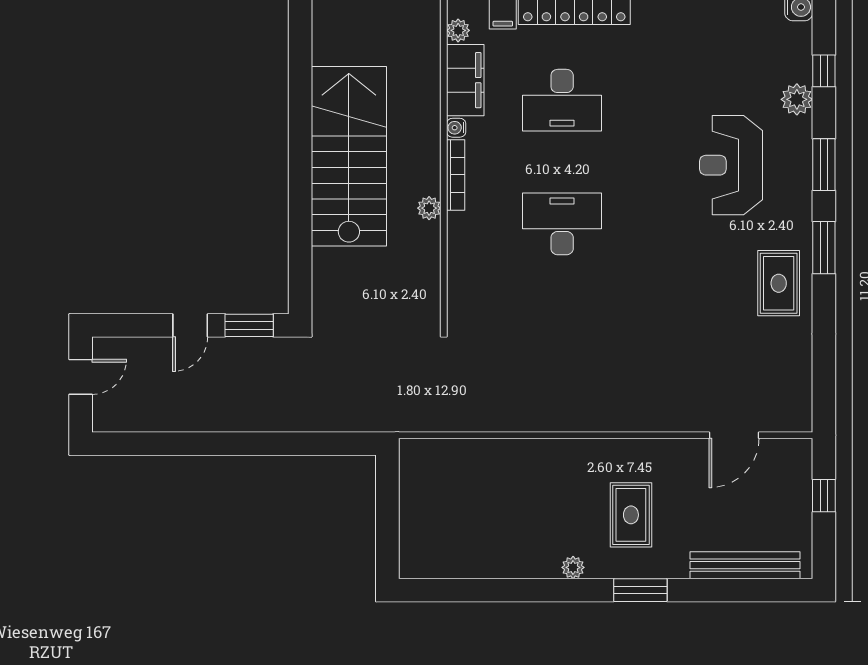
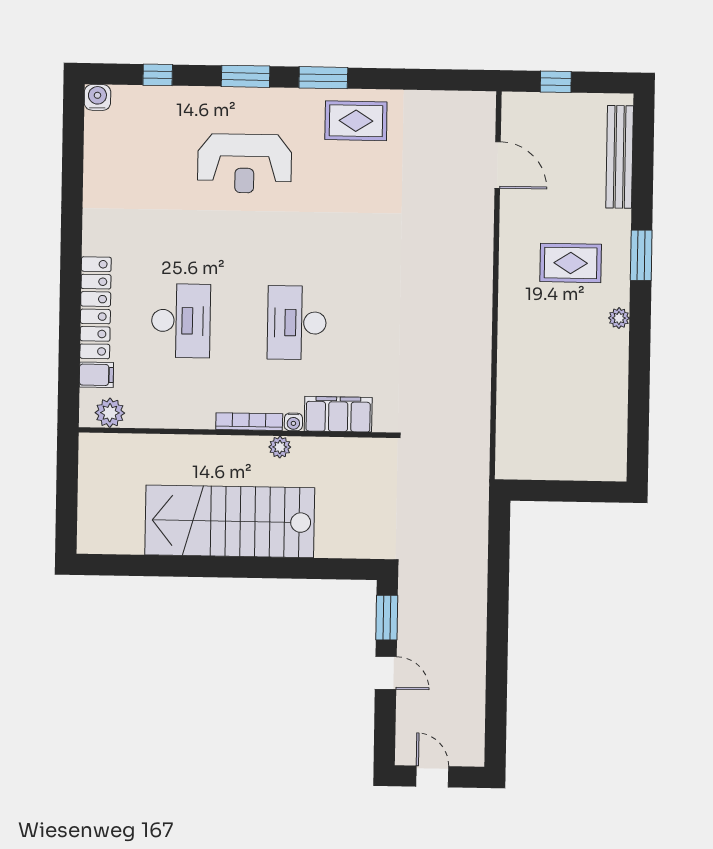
plant: (458, 30) -> (110, 413), width x1.38, depth x1.38
filing cabinet: (465, 80) -> (338, 414), moved
plant: (797, 99) -> (184, 101), removed
water cooler: (456, 128) -> (293, 422), moved

